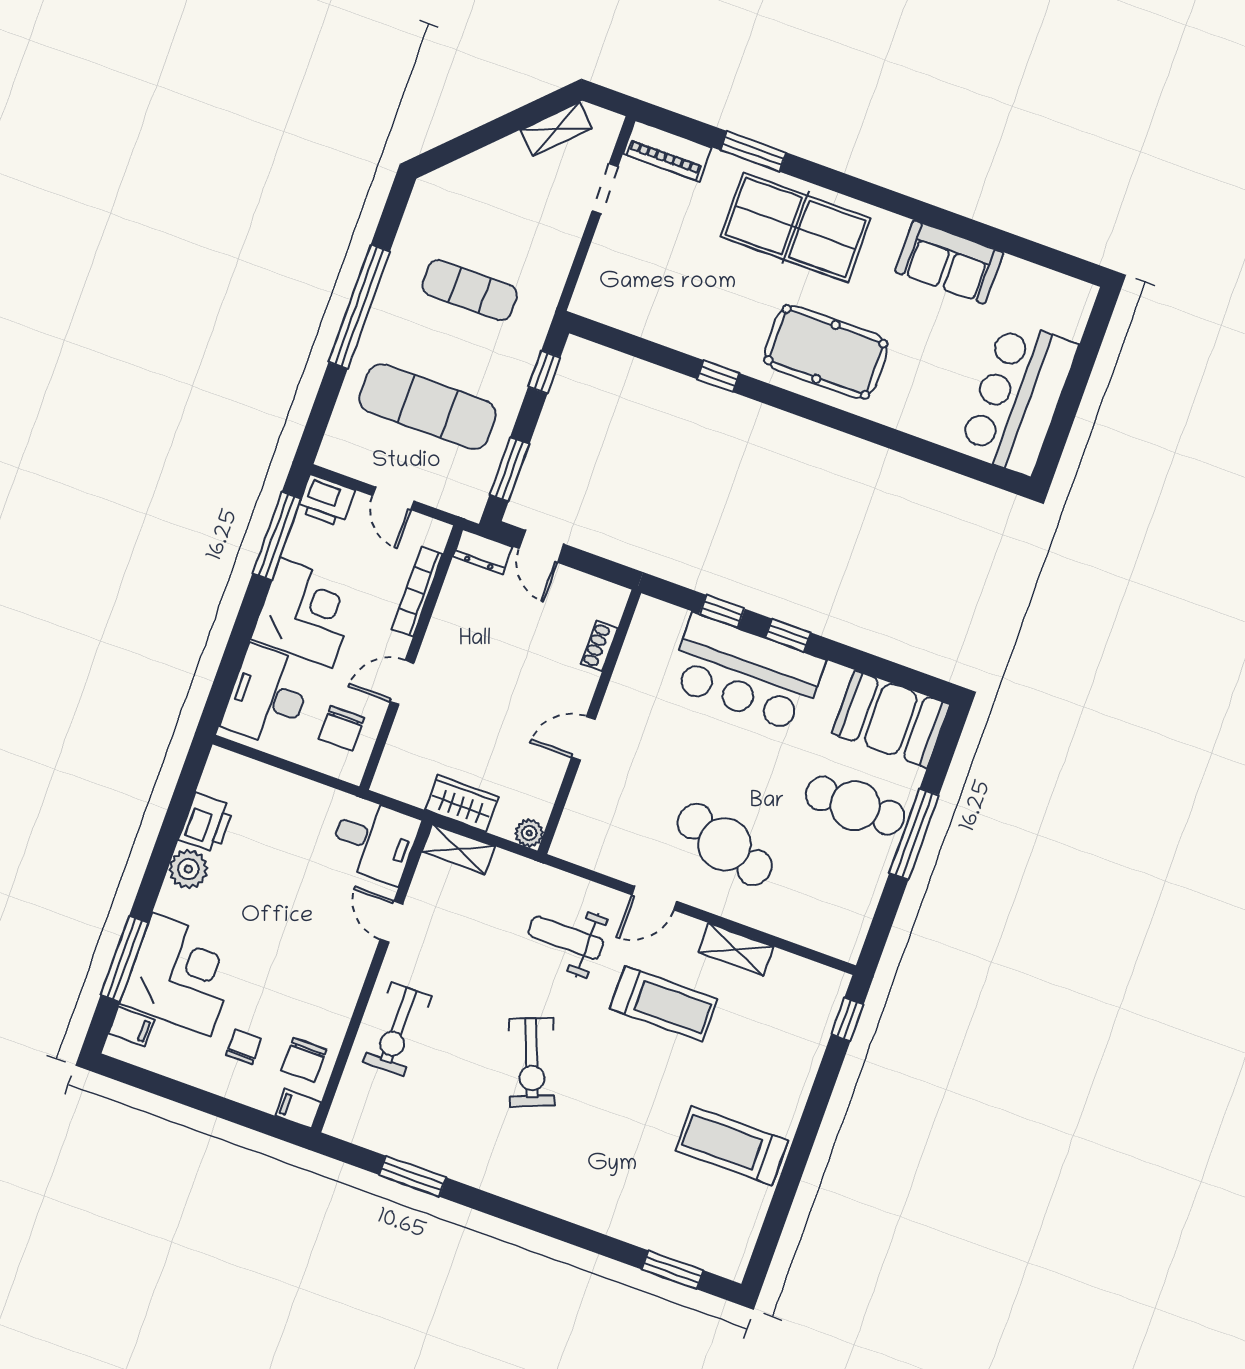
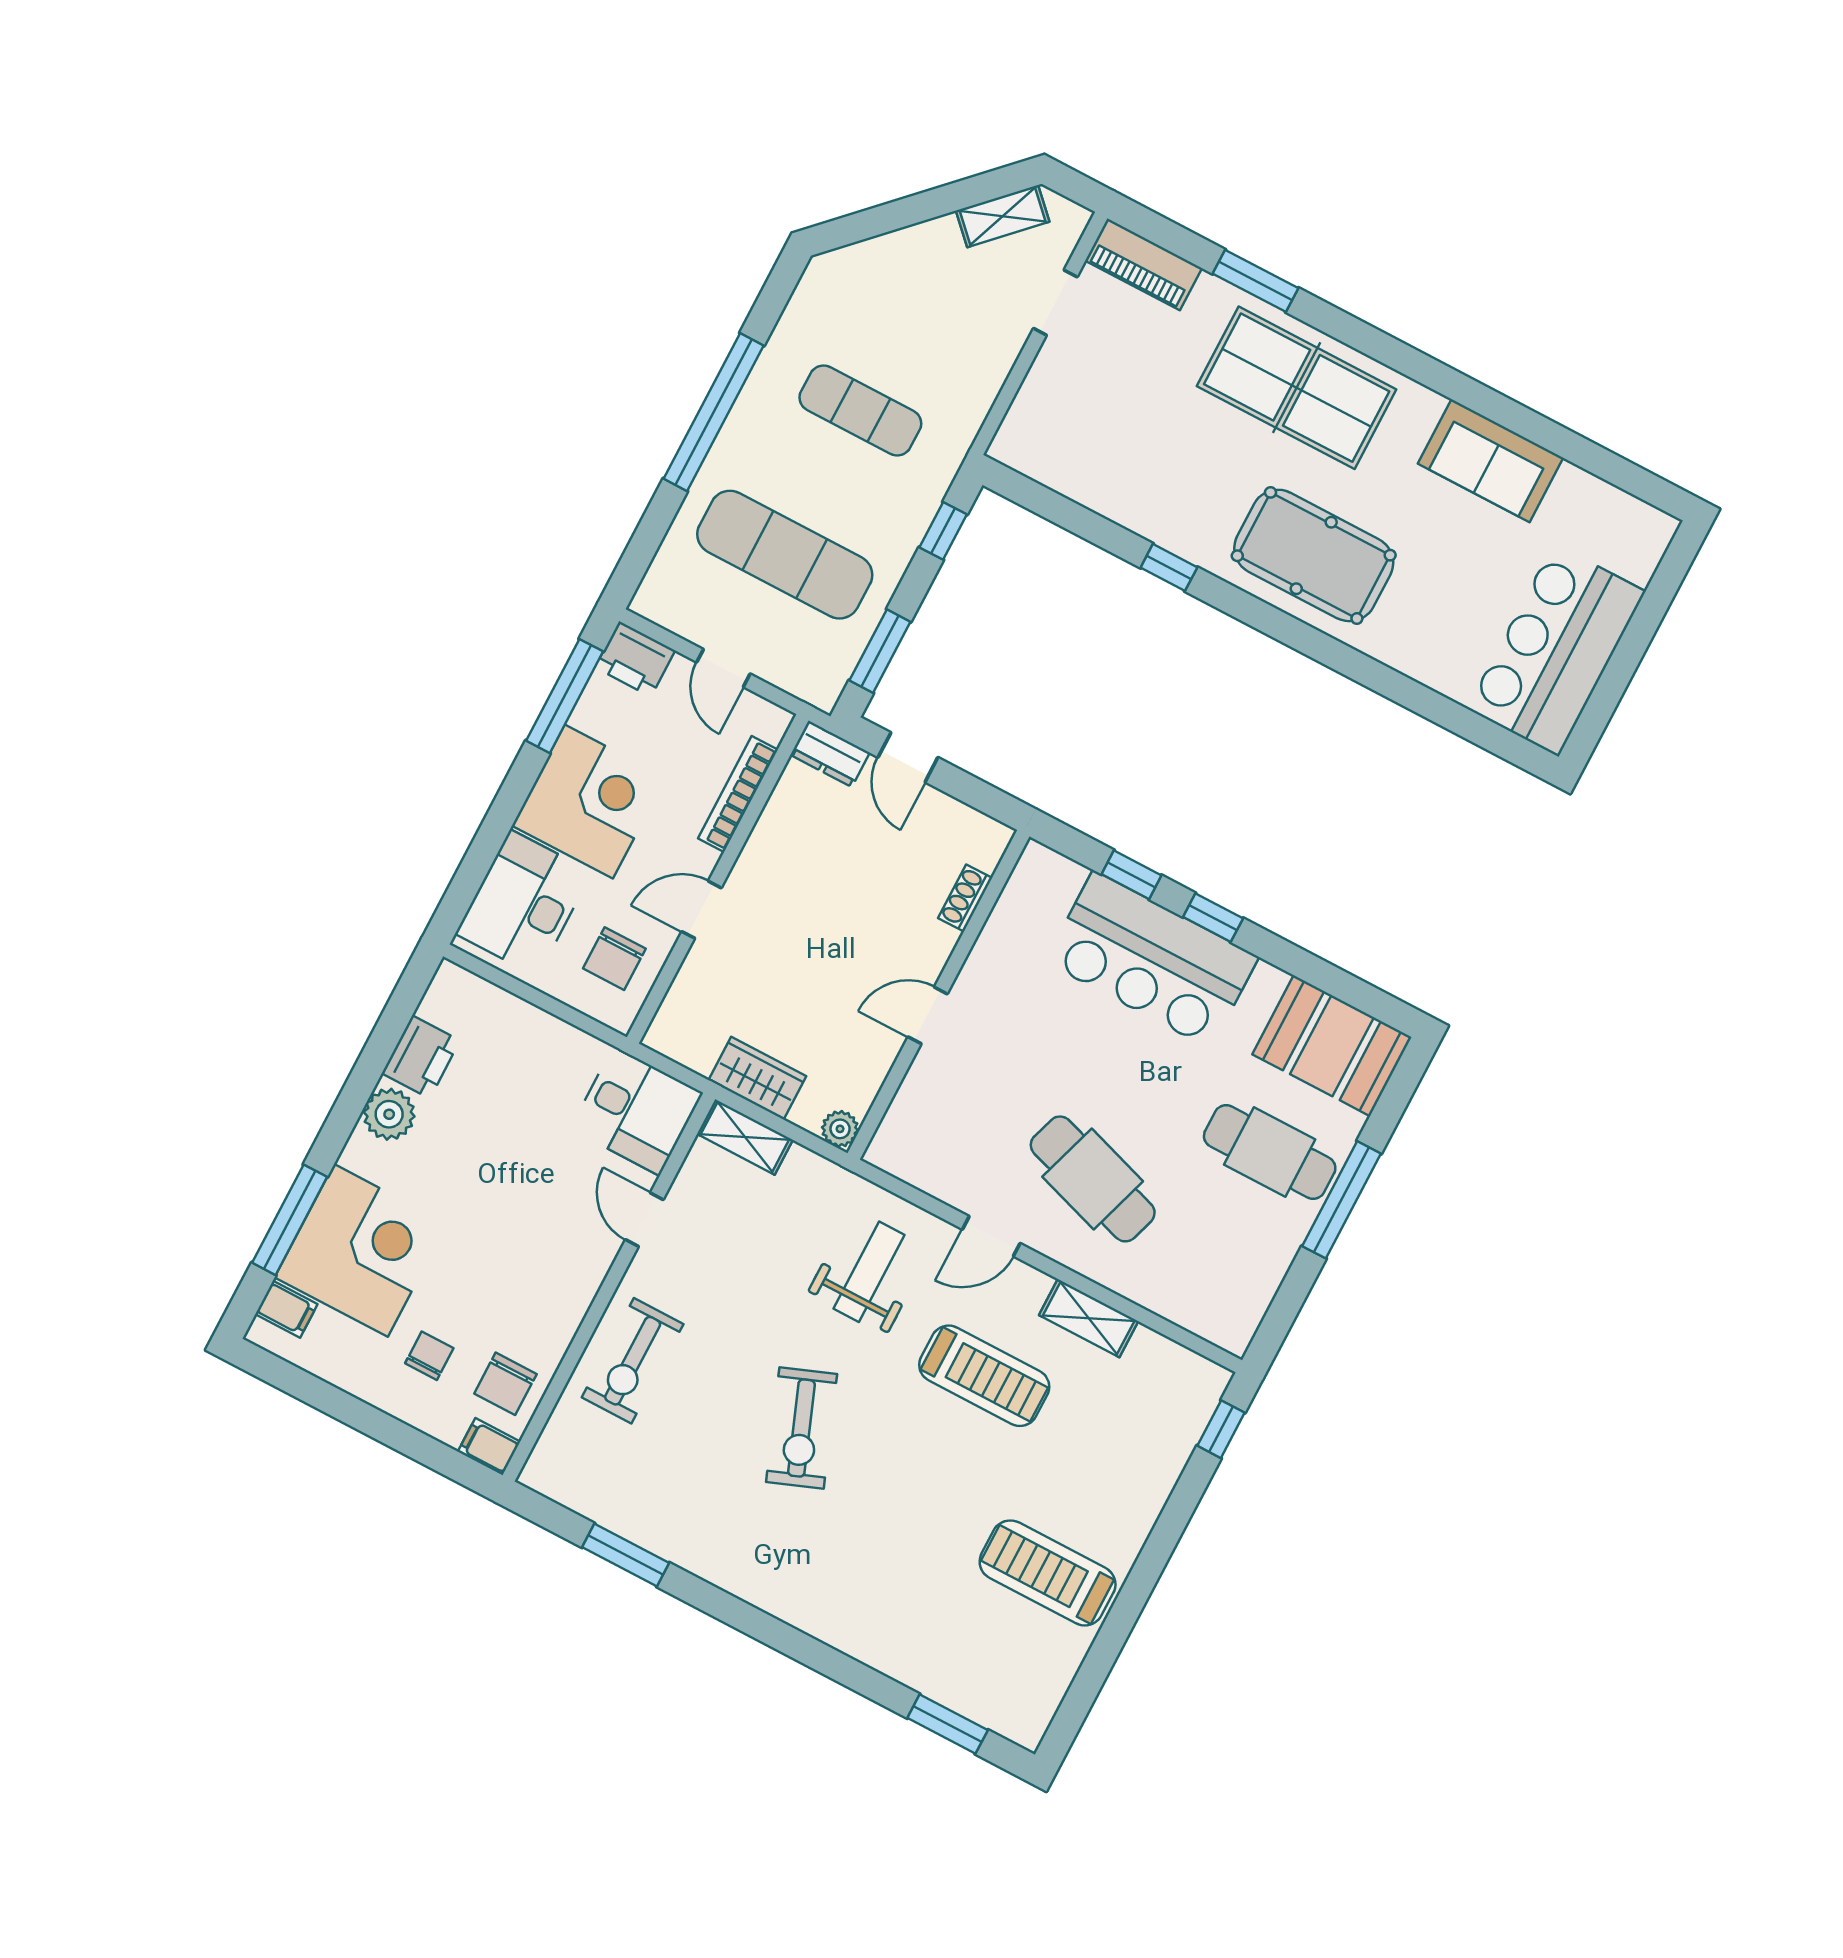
weight bench: (566, 938) -> (869, 1272), turned 90

